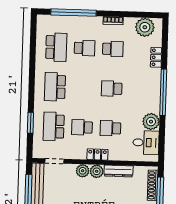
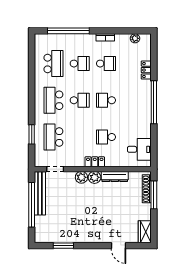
plant: (145, 27) -> (135, 38), width x0.53, depth x0.53
plant: (151, 122) -> (143, 130), removed
school desk: (82, 127) -> (80, 100), moved, turned 180

